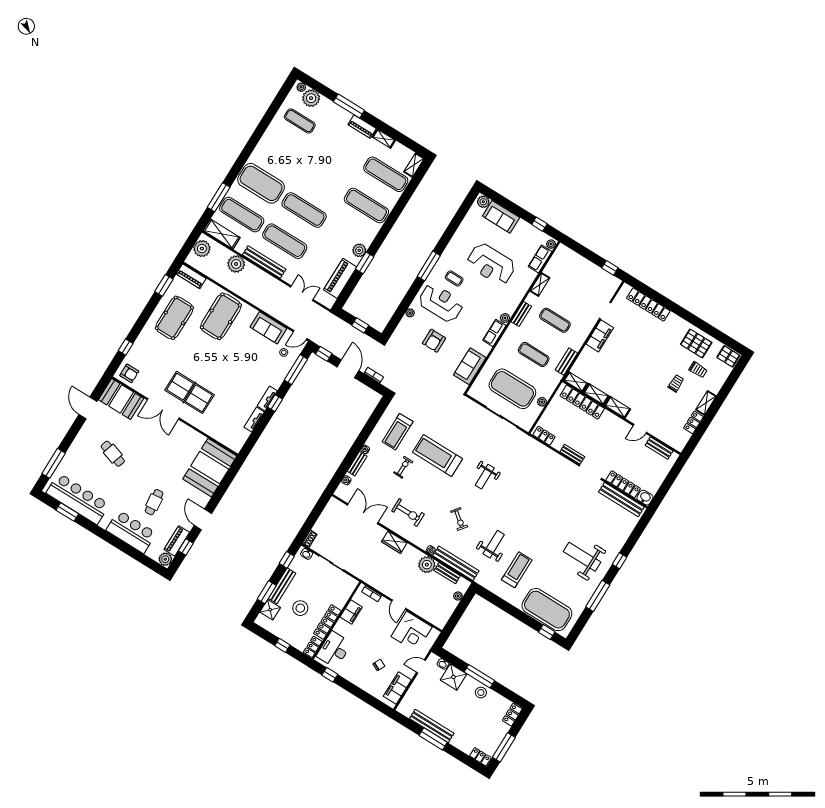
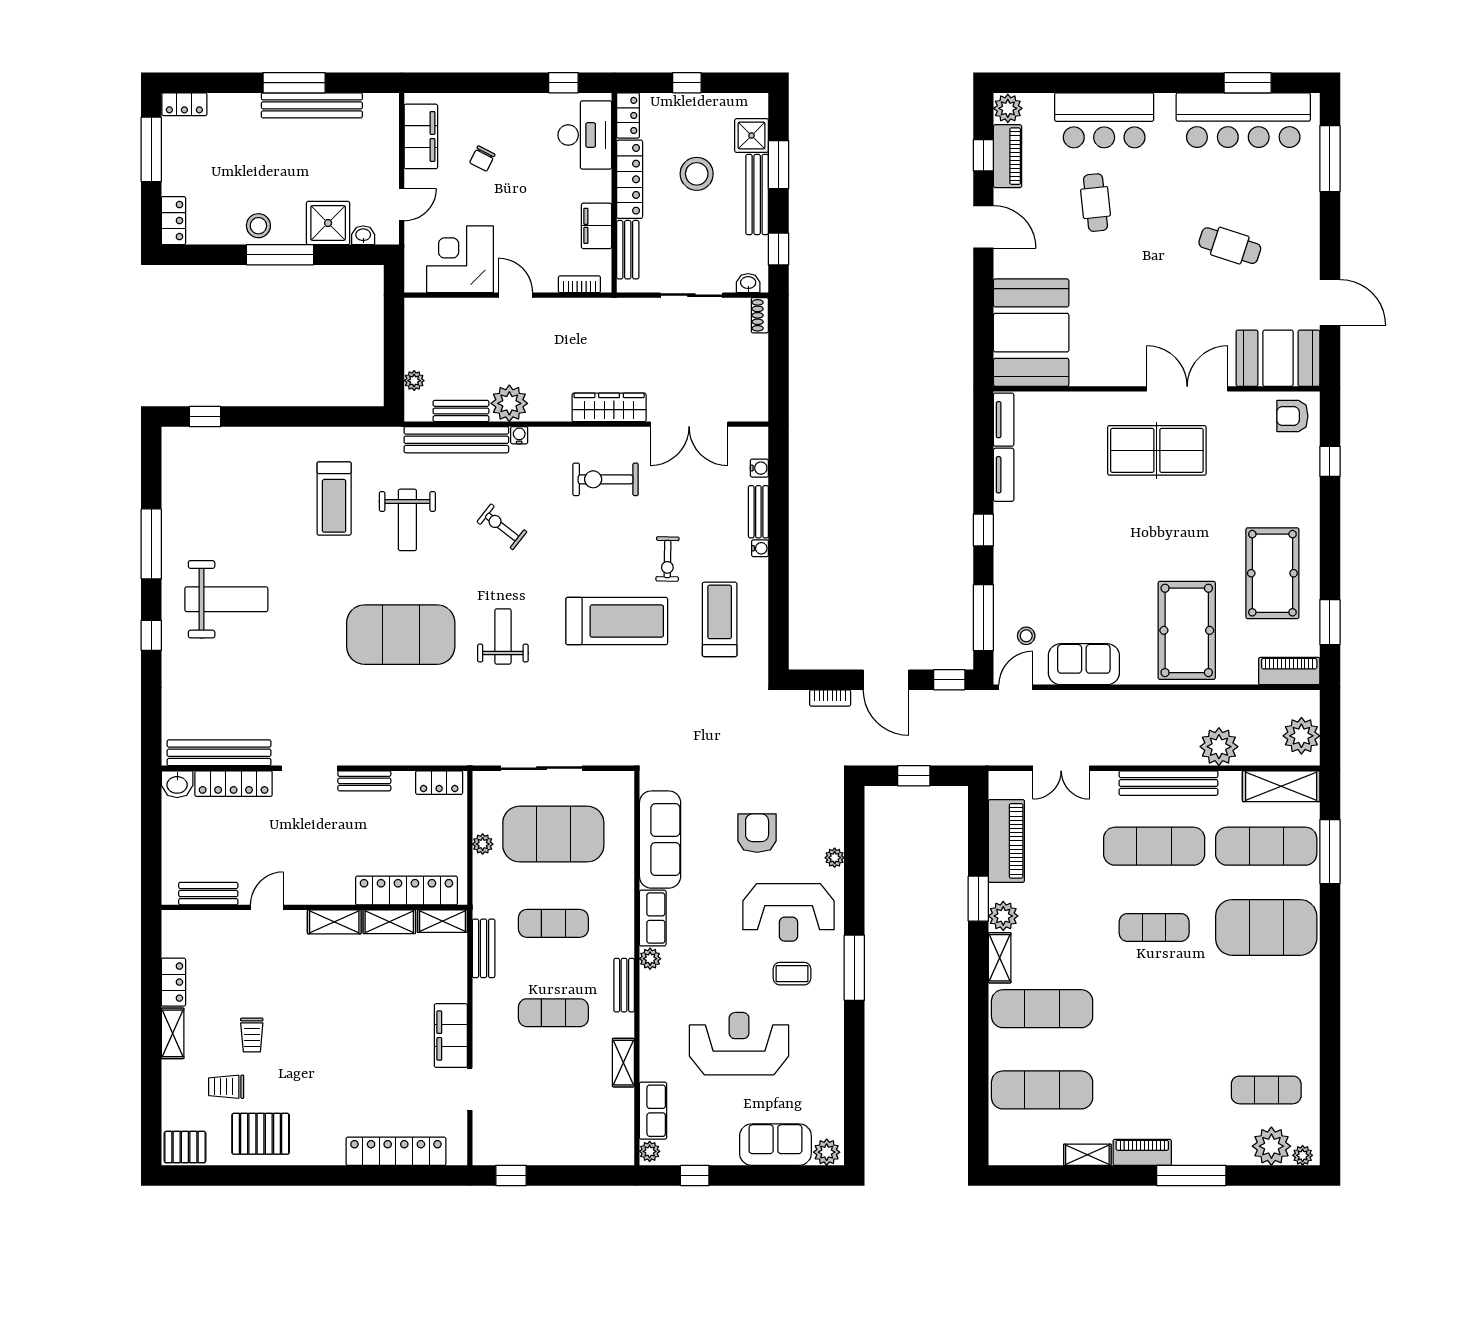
shelving: (414, 165) -> (1000, 958), moved
exercise mat: (304, 210) -> (1154, 927), width x0.73, depth x0.69
sofa: (470, 366) -> (660, 840), width x1.36
tv unit: (267, 398) -> (1004, 420), moved
wardrobe: (394, 542) -> (609, 407), width x1.50
bench: (345, 595) -> (628, 250), added
exercise mat: (547, 610) -> (401, 635), moved

